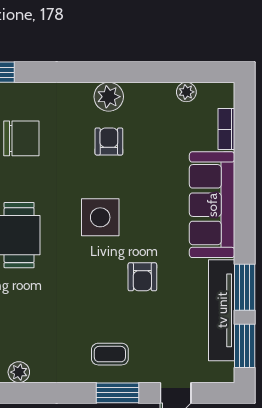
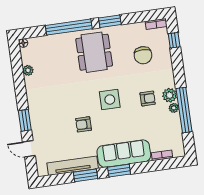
window: (142, 72) -> (184, 110), added
plant: (186, 92) -> (174, 108), moved
window: (245, 346) -> (119, 171), moved
coffee table: (110, 354) -> (43, 114), removed

